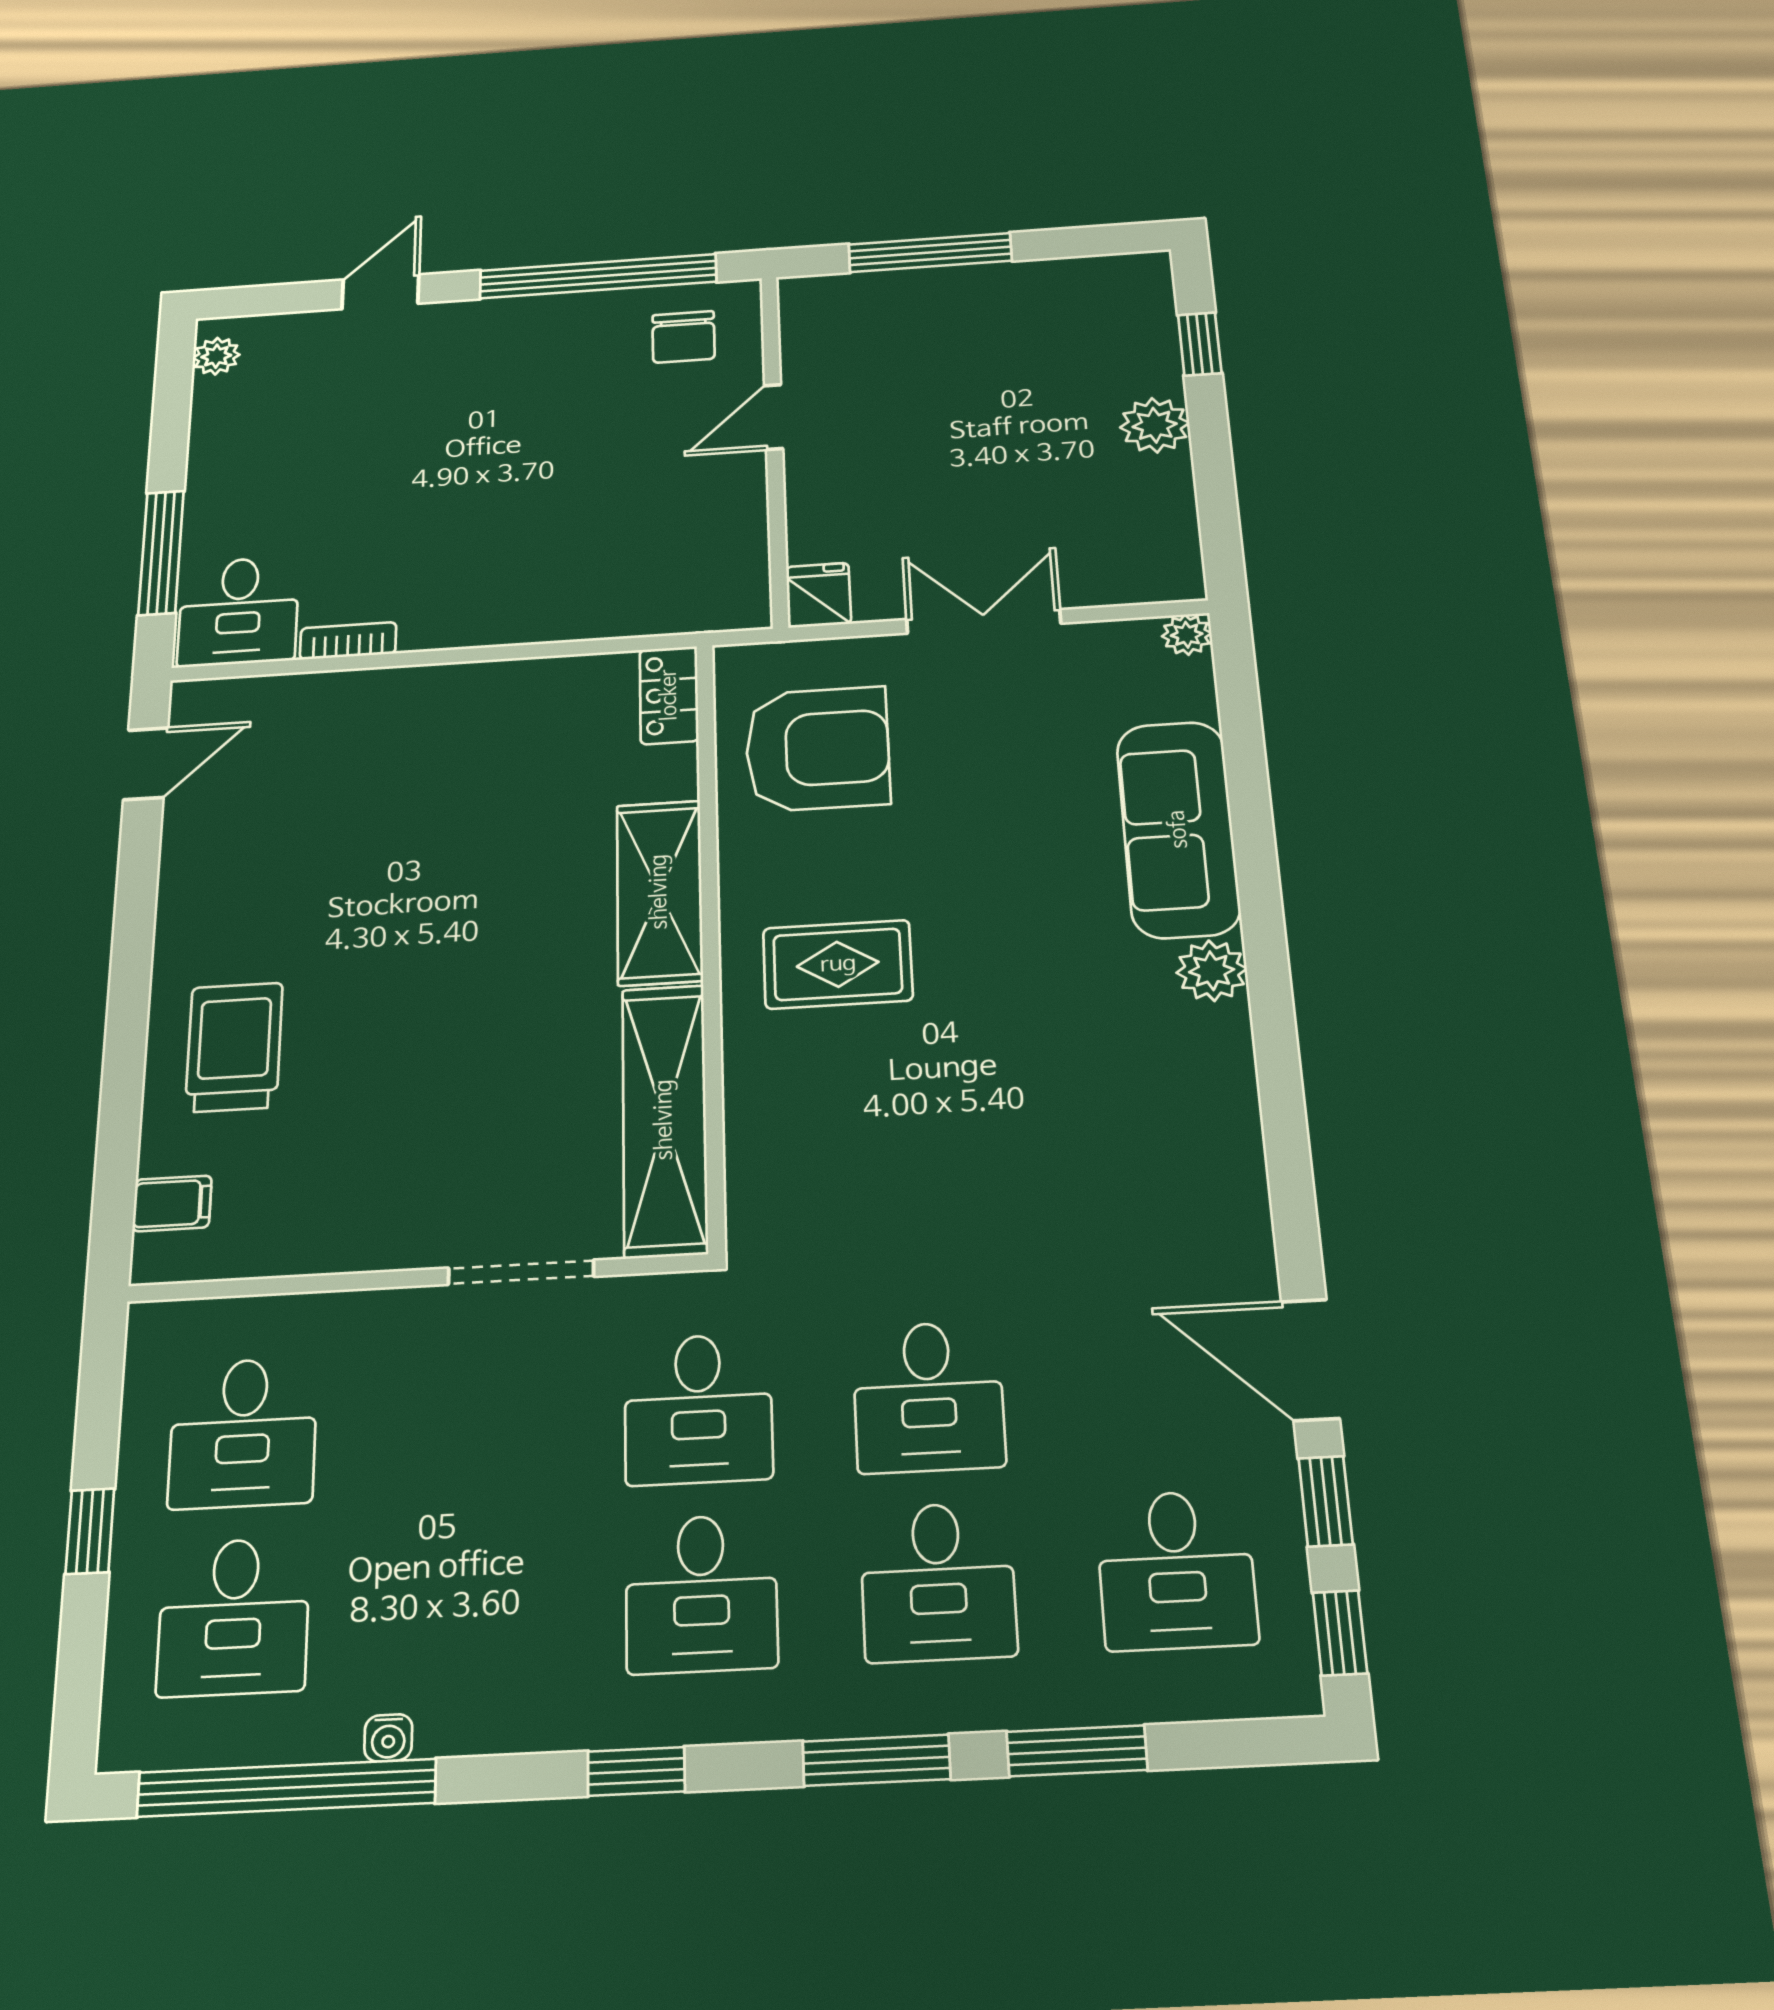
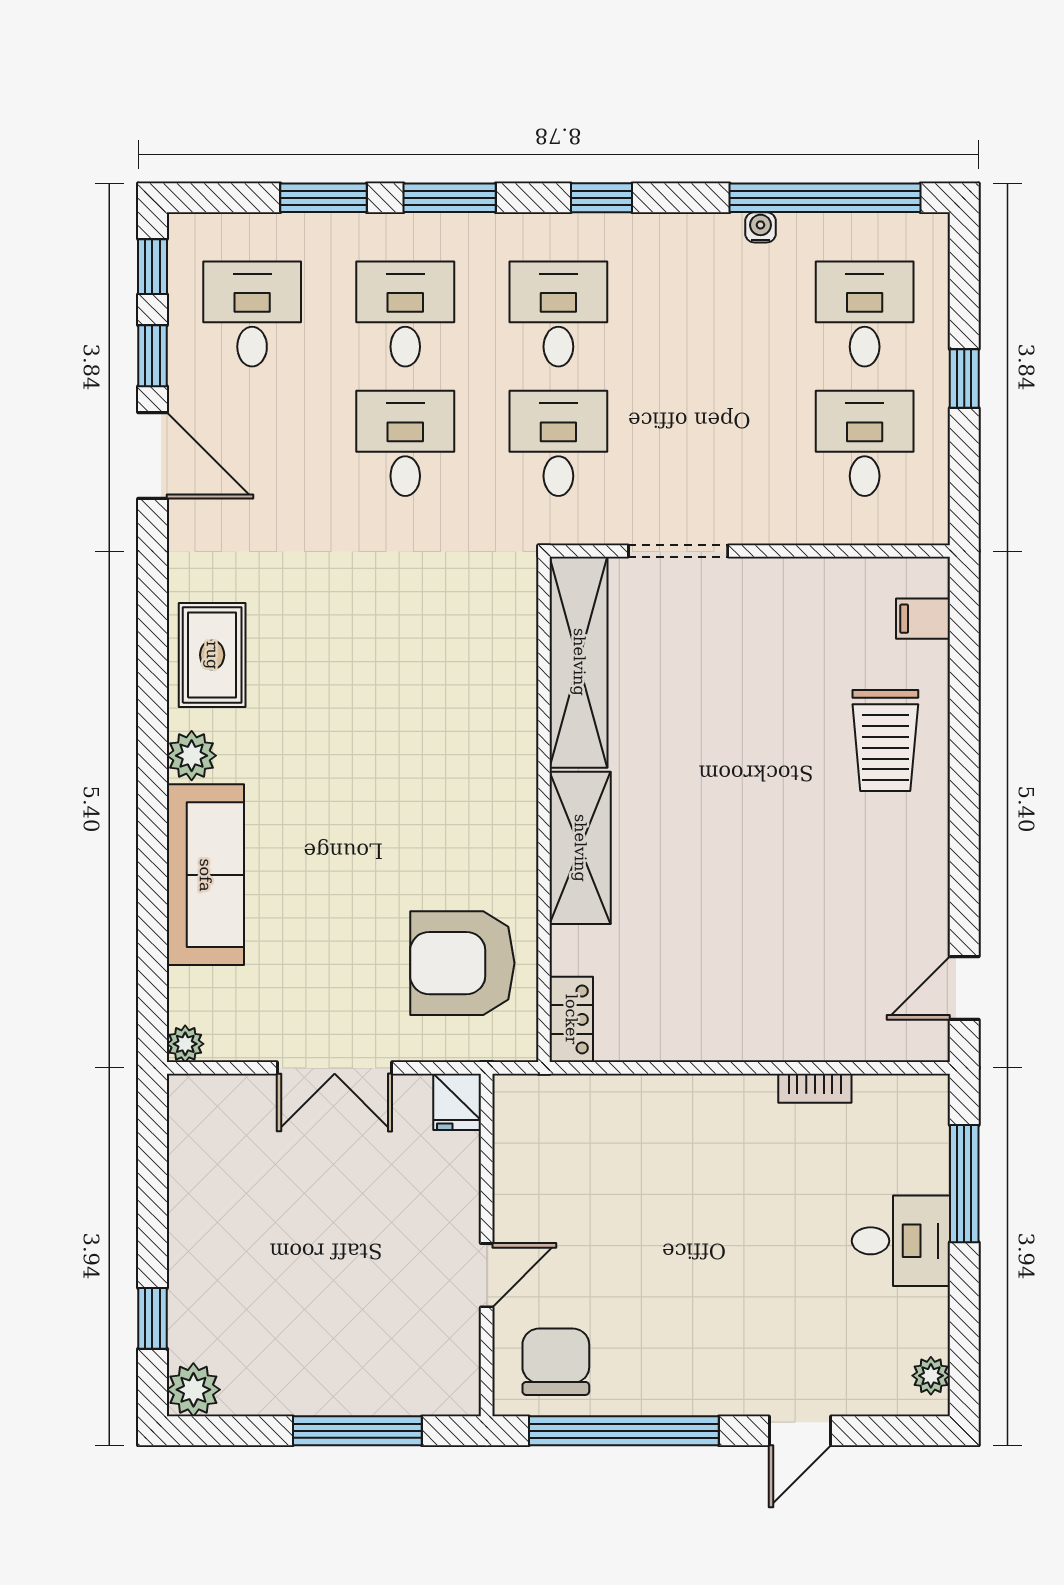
chair: (683, 337) -> (556, 1362), width x1.37, depth x1.37
plant: (1155, 425) -> (193, 1390), moved
desk: (238, 611) -> (901, 1241), moved, turned 90
rug: (838, 964) -> (212, 655), moved, turned 90

